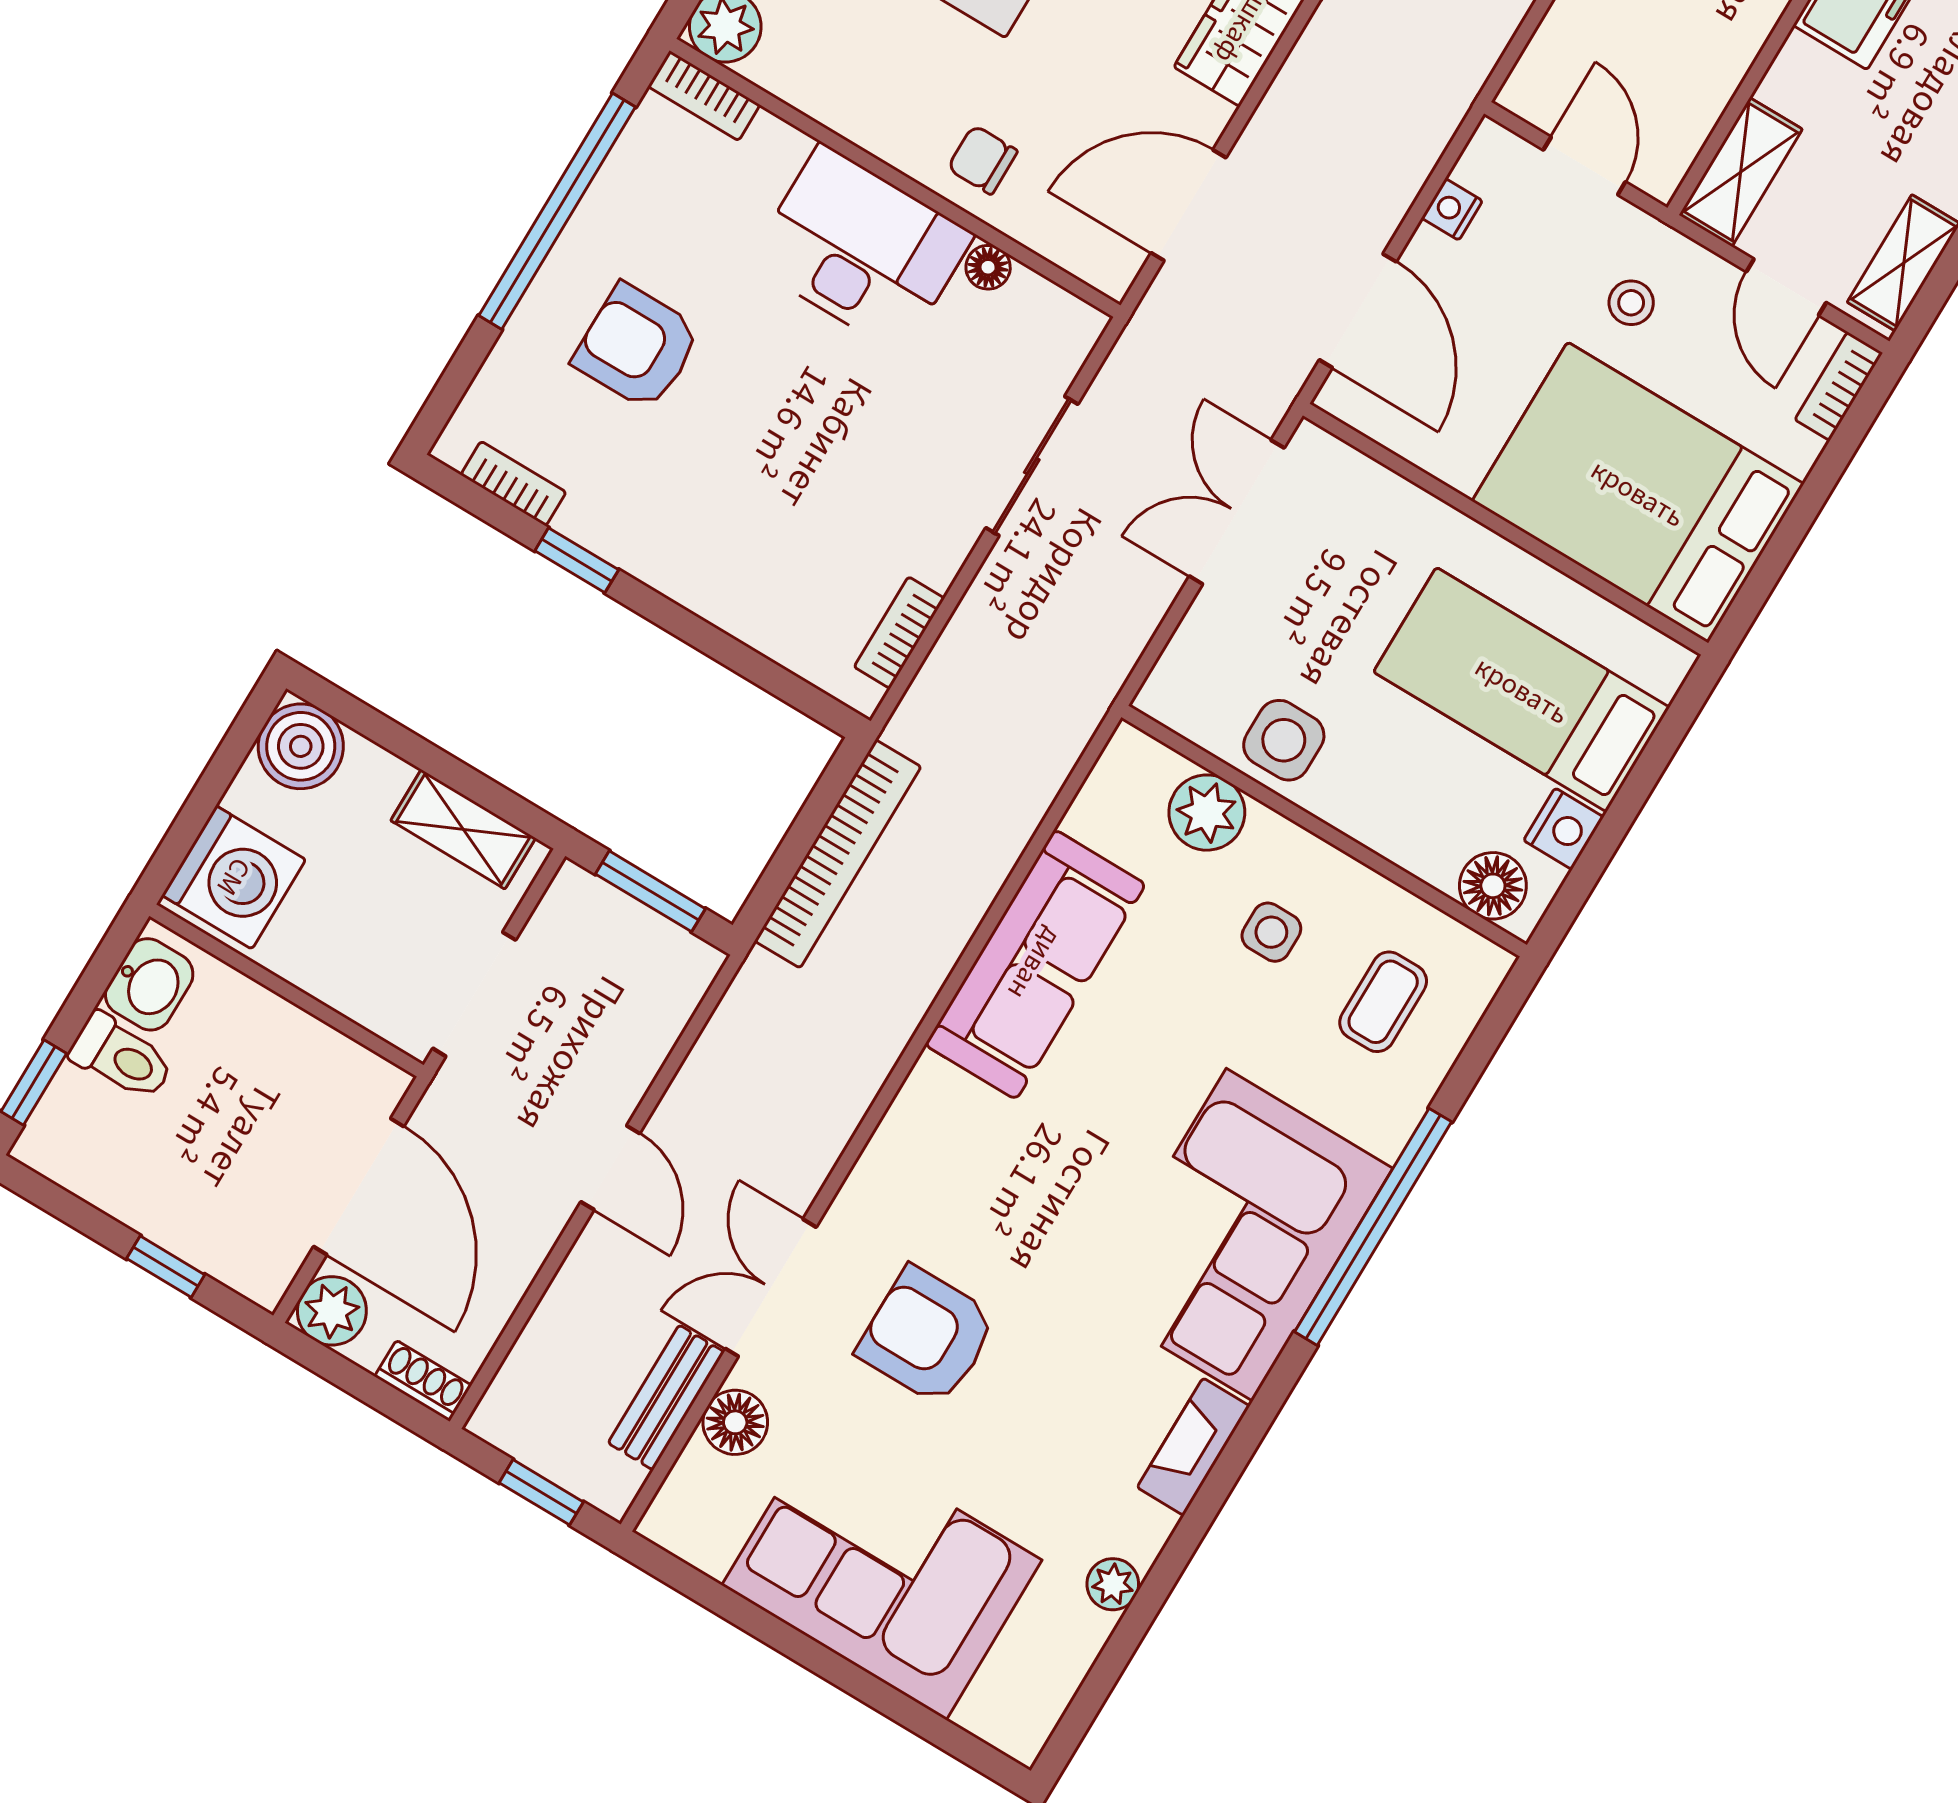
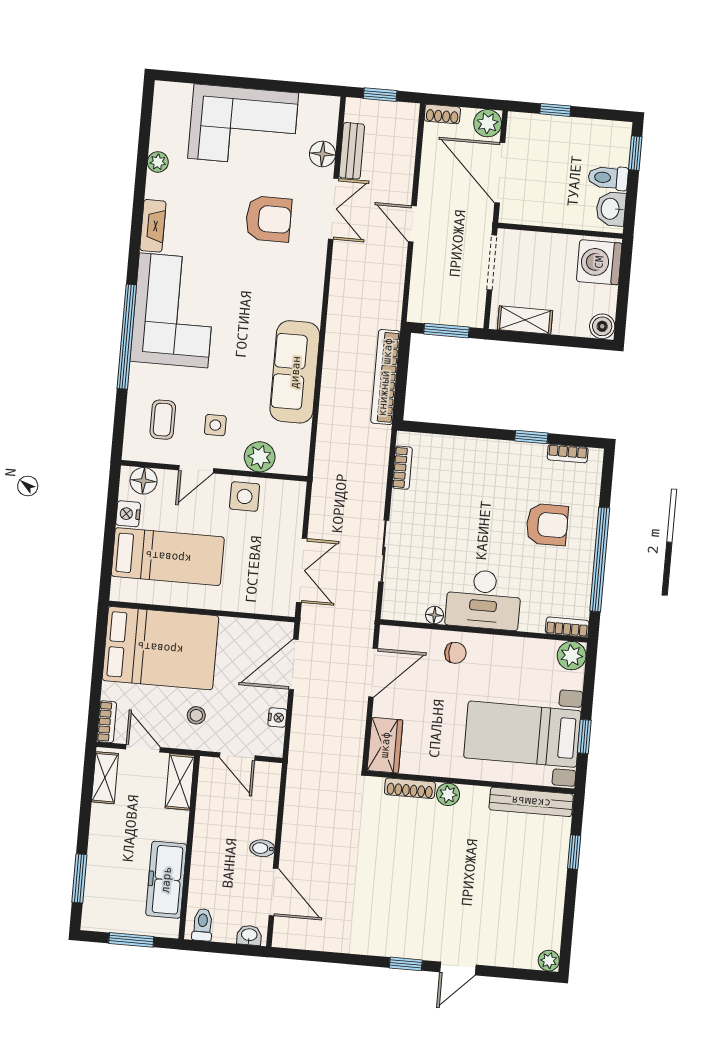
door: (1358, 311) -> (293, 664), hinge flipped
boiler: (301, 746) -> (602, 326), width x0.73, depth x0.73
door: (1363, 854) -> (196, 469), added

